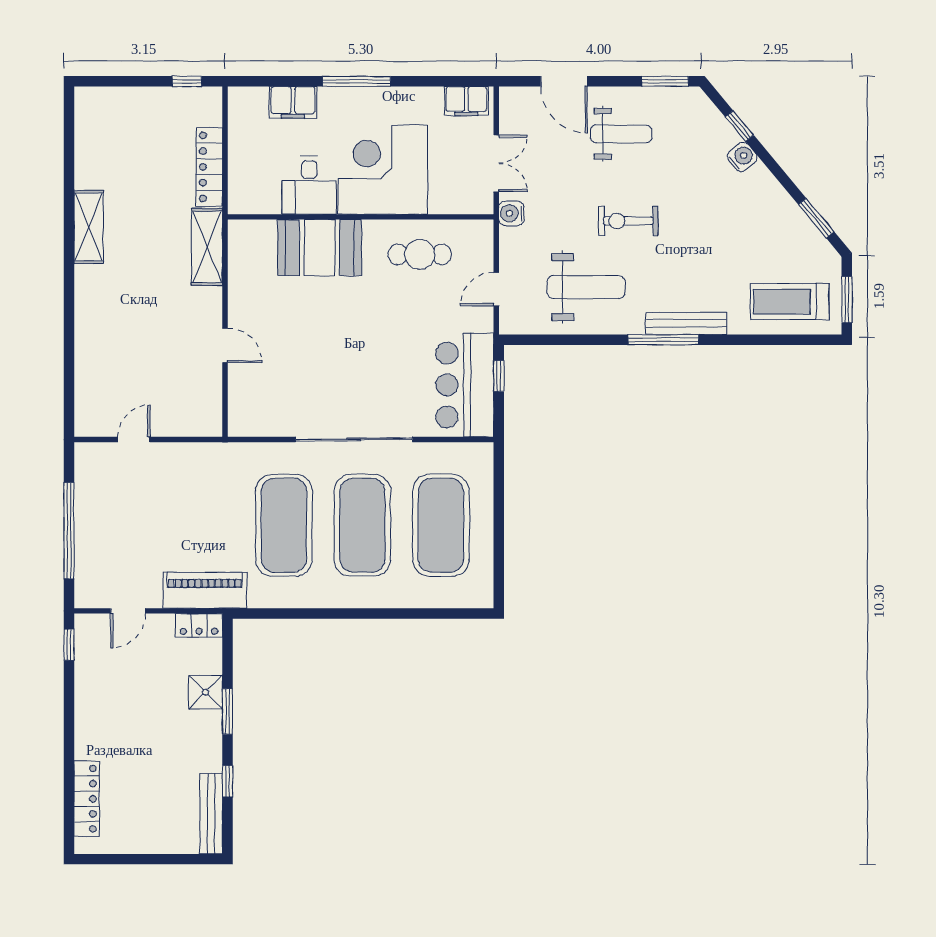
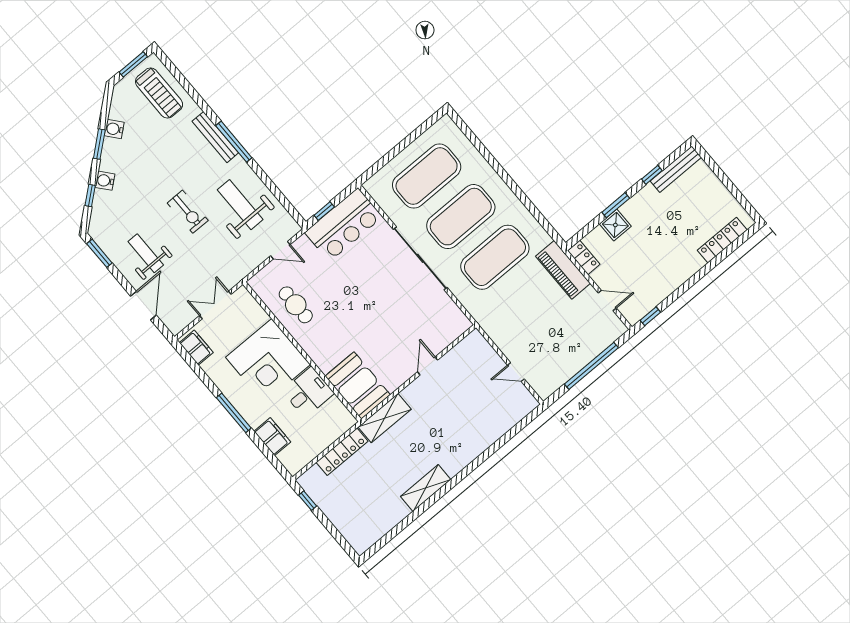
water cooler: (511, 213) -> (114, 129), moved, turned 140
window: (816, 218) -> (99, 144), moved
booth: (319, 248) -> (358, 386), moved

